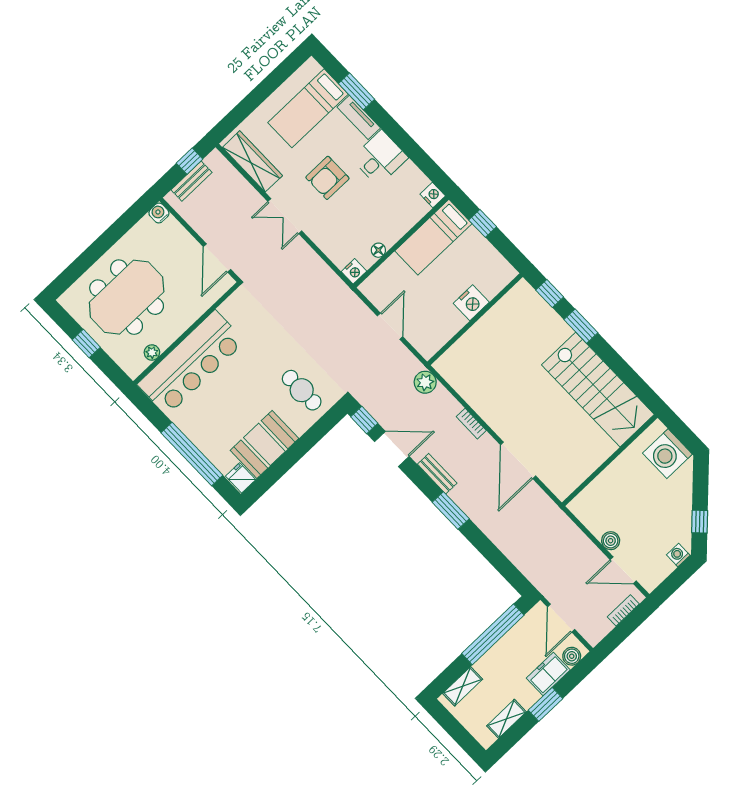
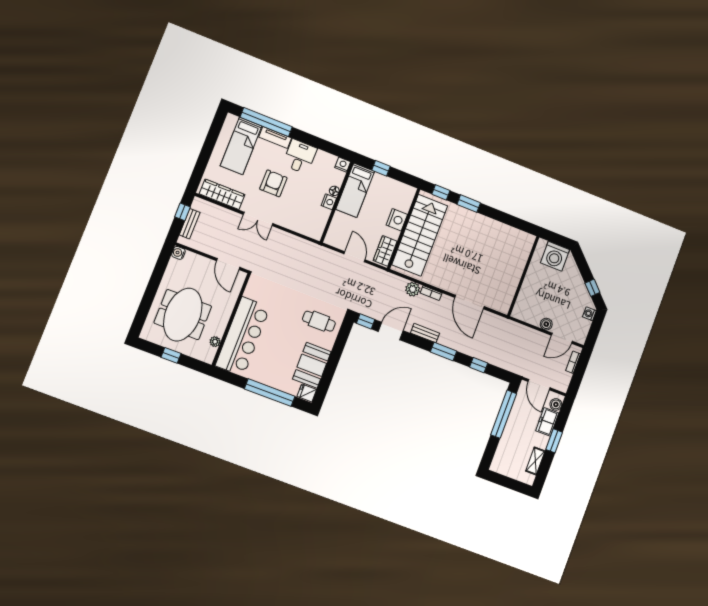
window: (356, 91) -> (266, 122), width x2.11
armchair: (327, 178) -> (273, 183), turned 180
floor lamp: (378, 250) -> (334, 191), moved
nightstand: (354, 271) -> (329, 202), moved
wardrobe: (436, 338) -> (385, 251), added
plant: (425, 382) -> (413, 289), moved
stairs: (598, 390) -> (420, 235), moved, turned -90
window: (490, 552) -> (479, 365), added
shelving: (463, 686) -> (500, 454), removed

